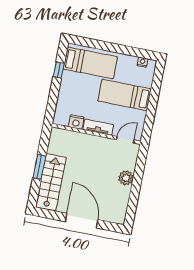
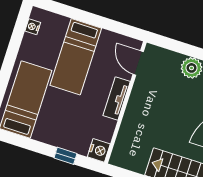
window: (59, 70) -> (65, 156), moved
nightstand: (76, 122) -> (99, 150), moved

